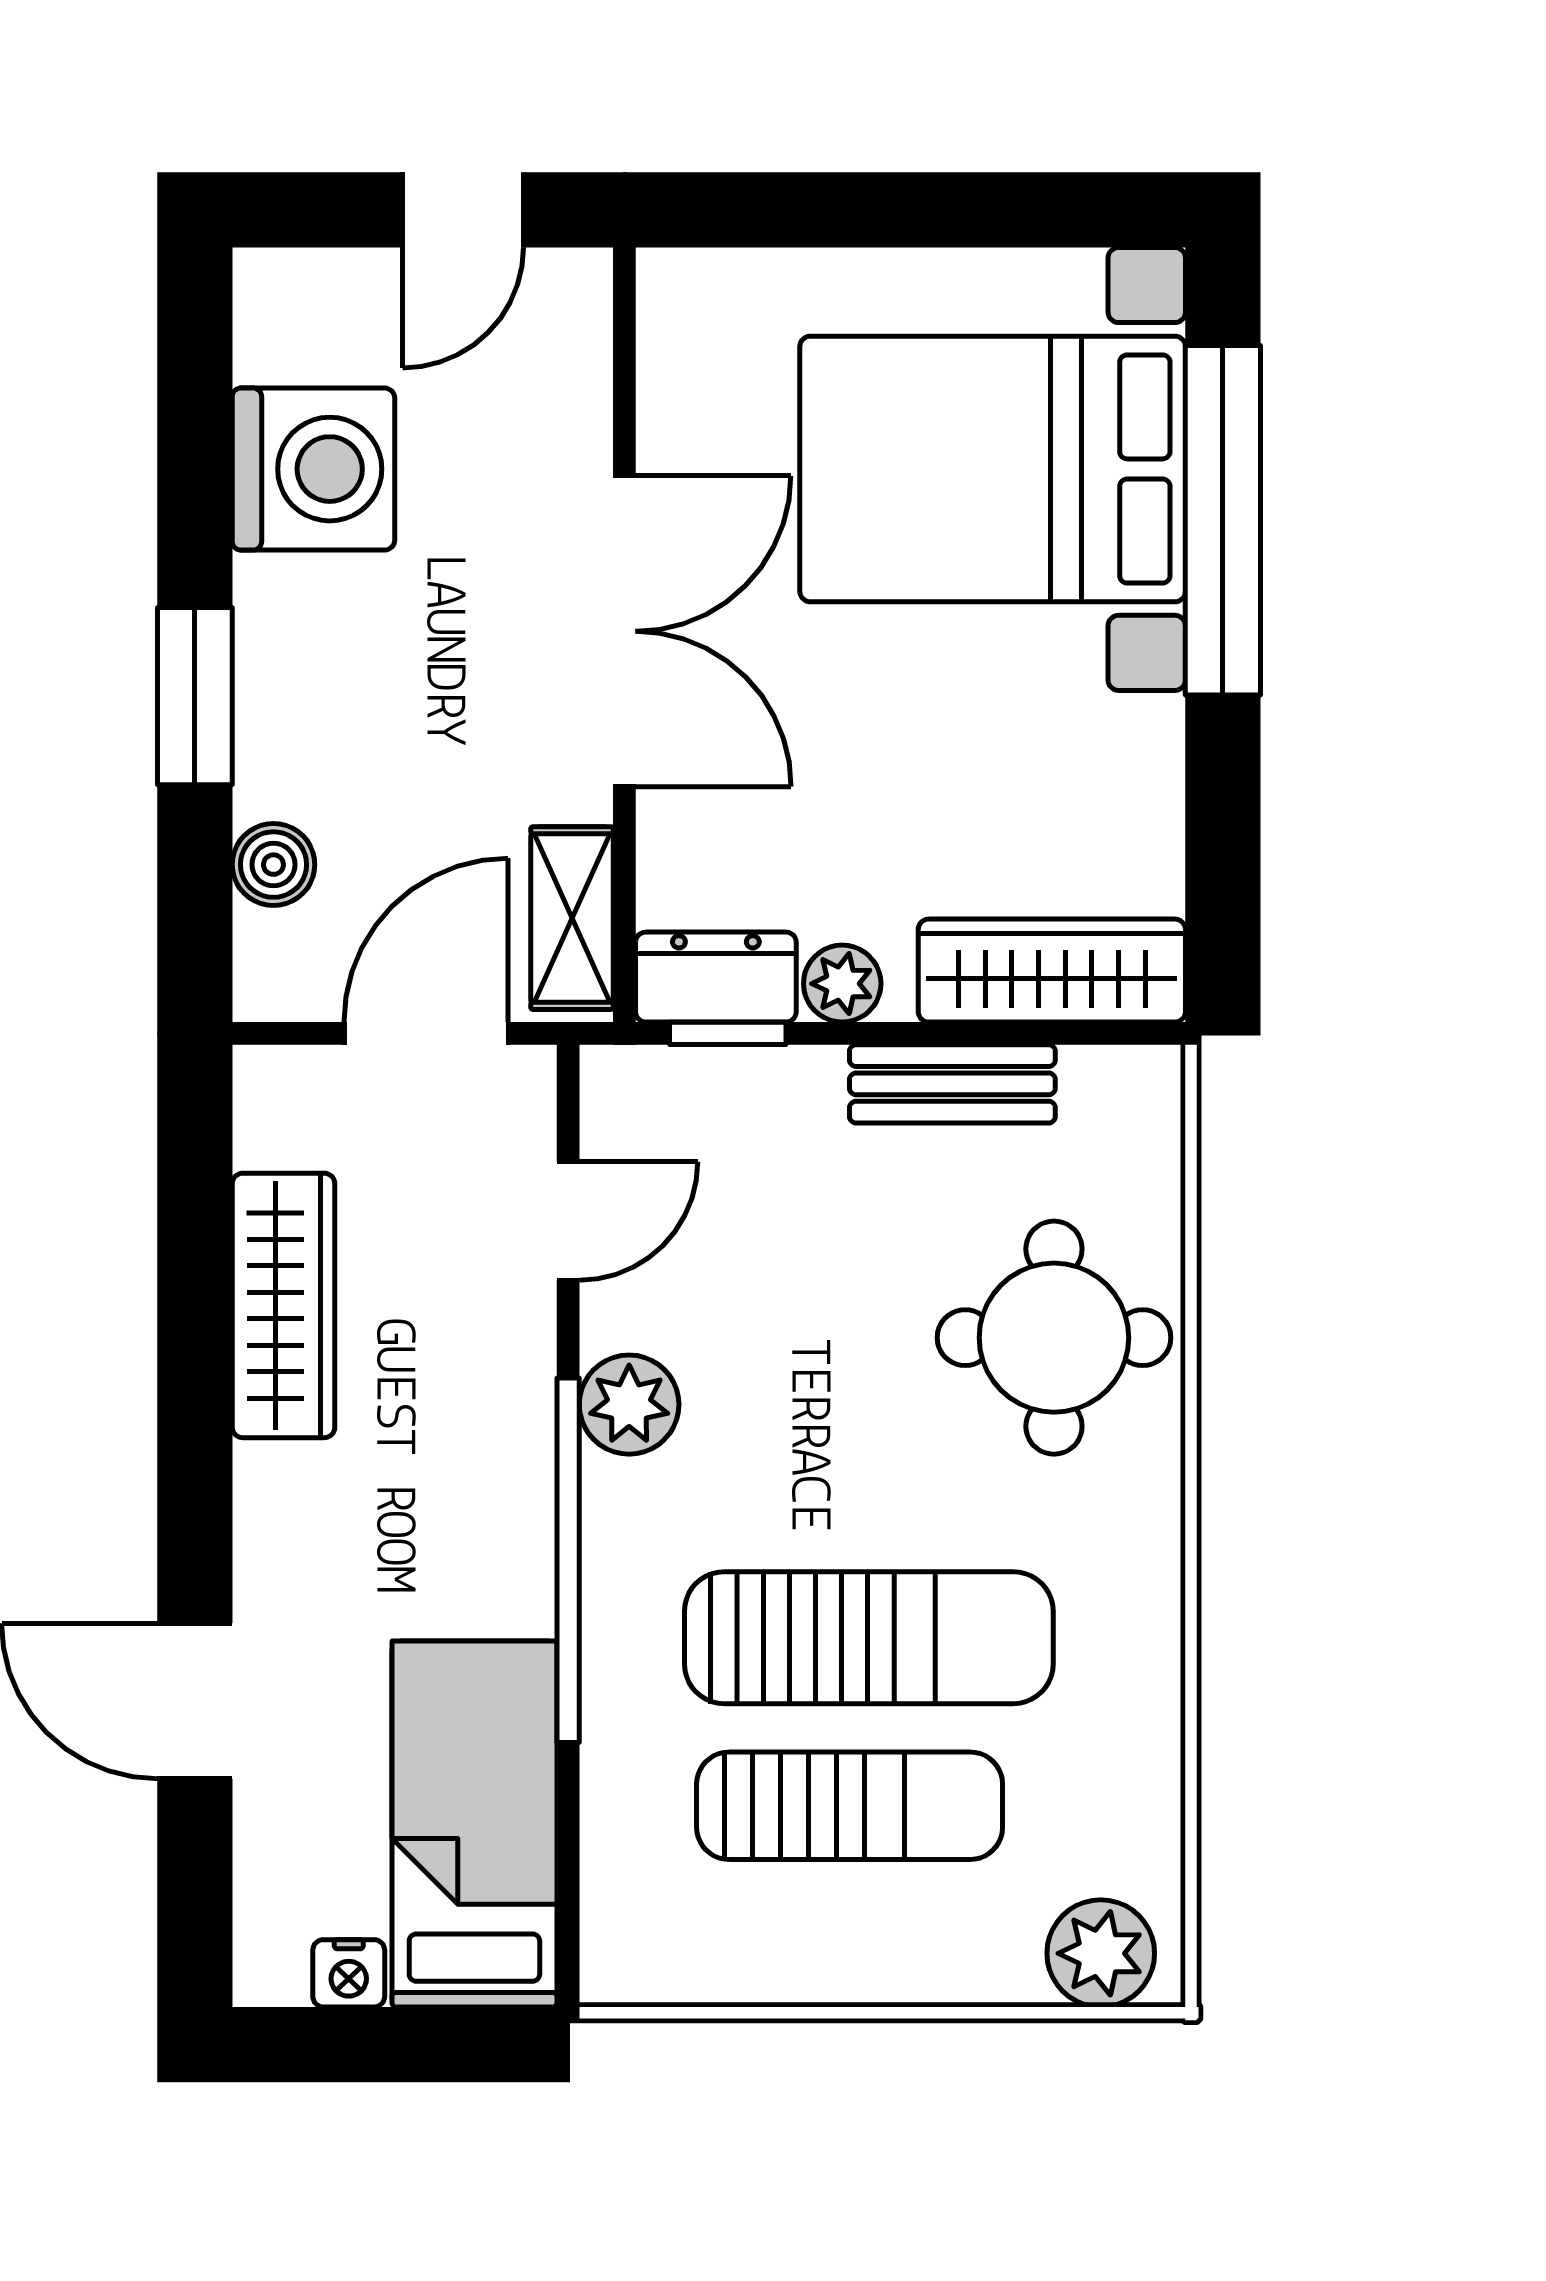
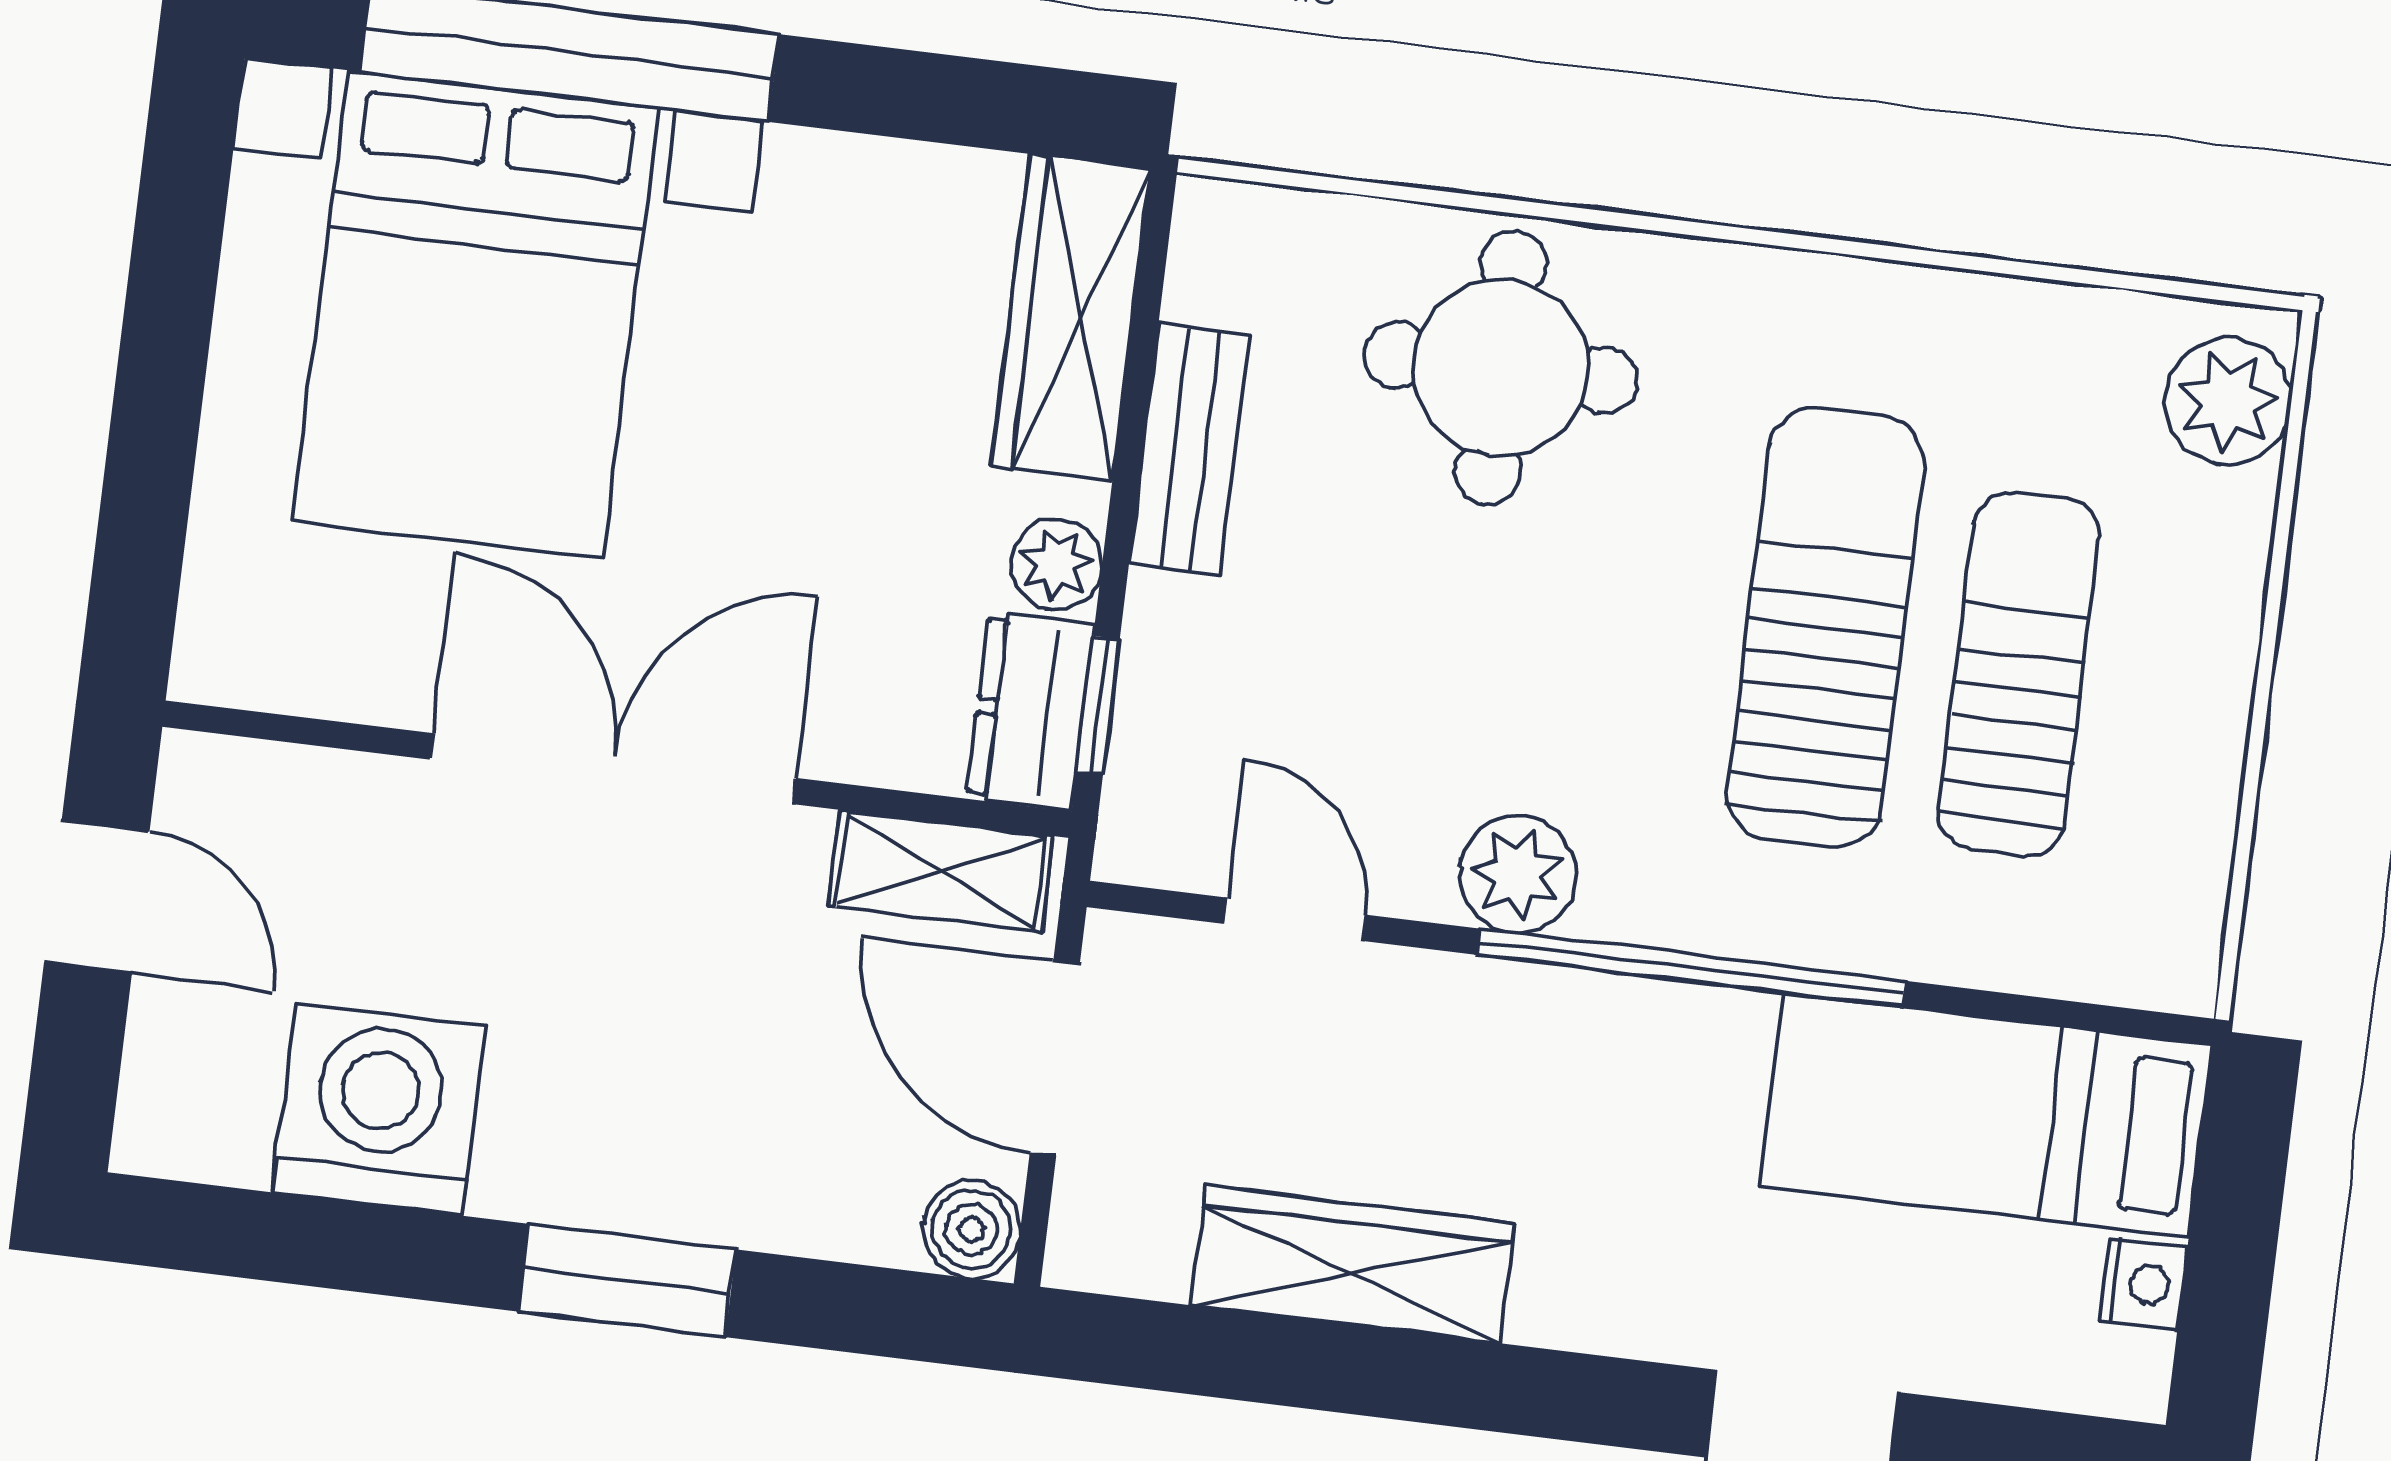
boiler: (273, 865) -> (972, 1229), moved

